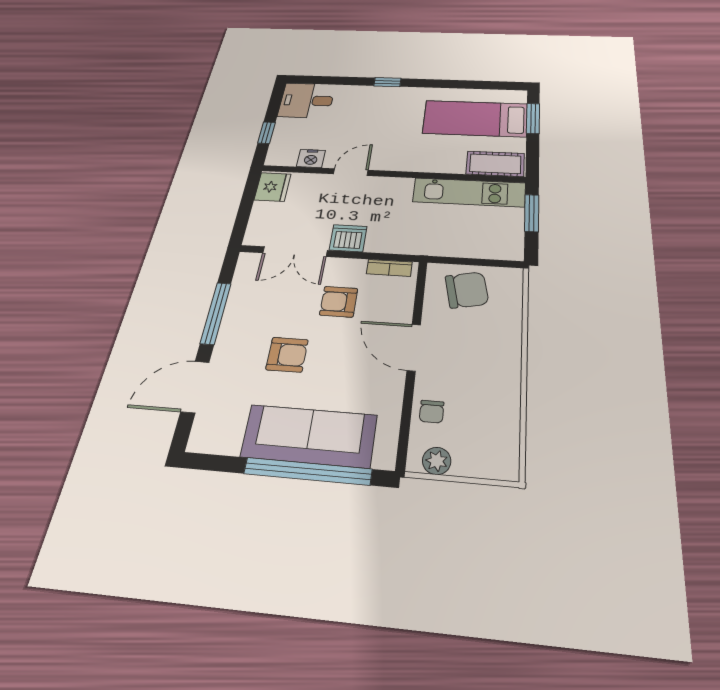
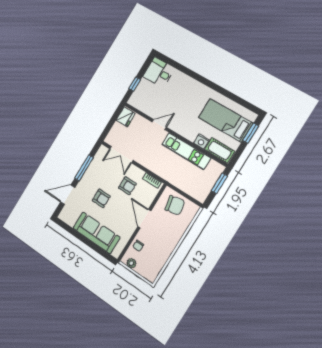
window: (387, 82) -> (199, 78), removed
nightstand: (311, 158) -> (201, 142), moved
kitchen unit: (469, 192) -> (186, 151), moved
dishwasher: (348, 238) -> (143, 158), removed
armchair: (339, 302) -> (127, 186), turned 180
window: (308, 471) -> (91, 245), removed

